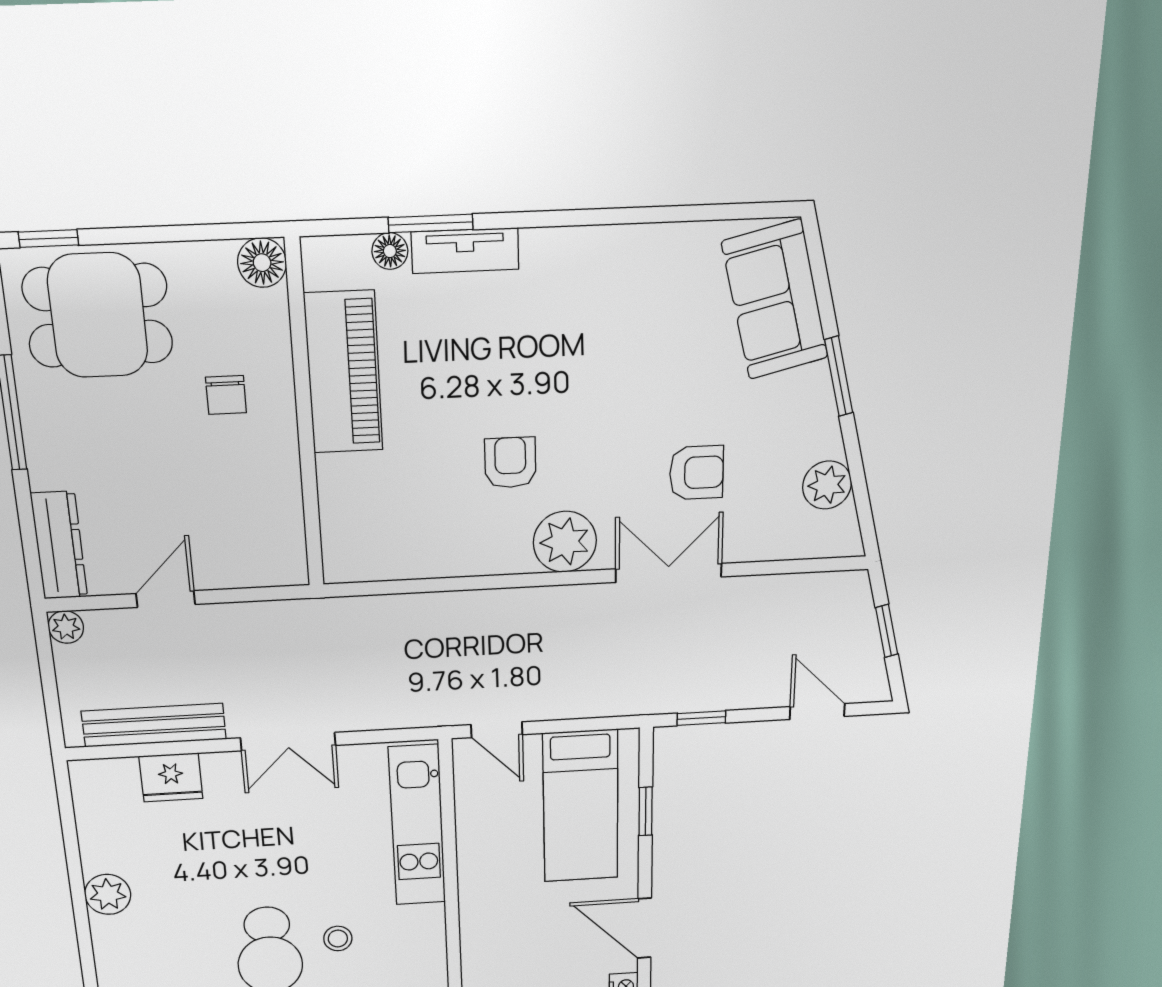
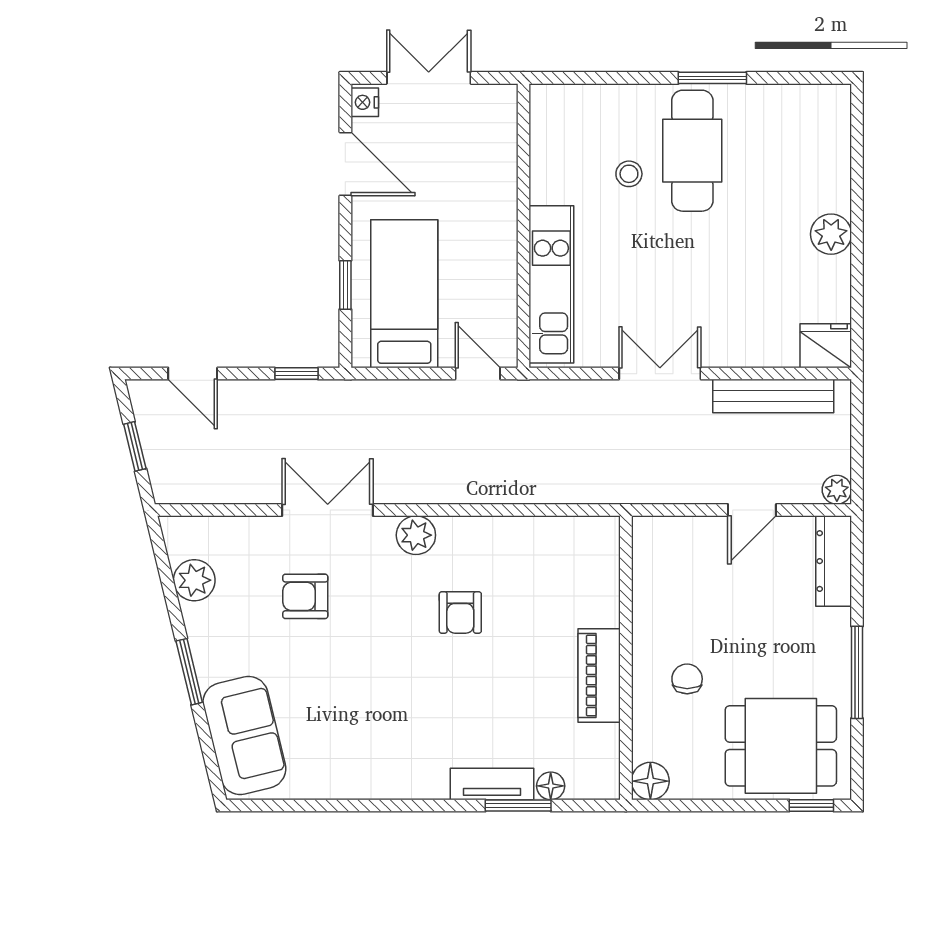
piano: (344, 373) -> (599, 675), width x0.73, depth x0.75
plant: (565, 542) -> (416, 535), width x0.73, depth x0.73
double door: (669, 573) -> (328, 510), swing flipped
fridge: (171, 777) -> (826, 346), moved

